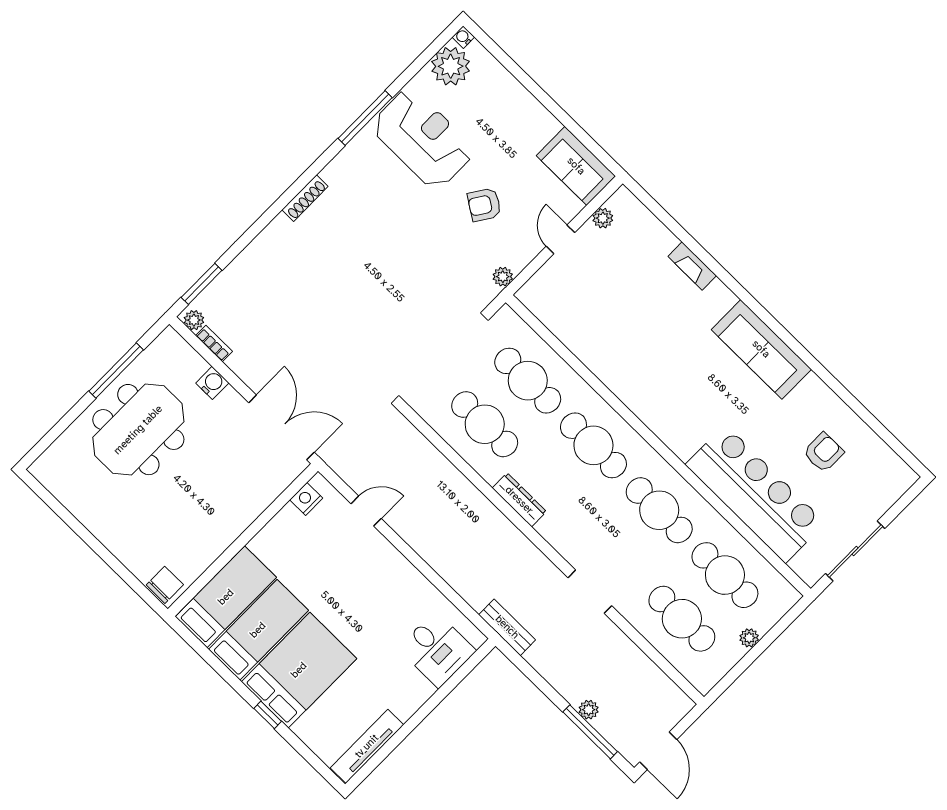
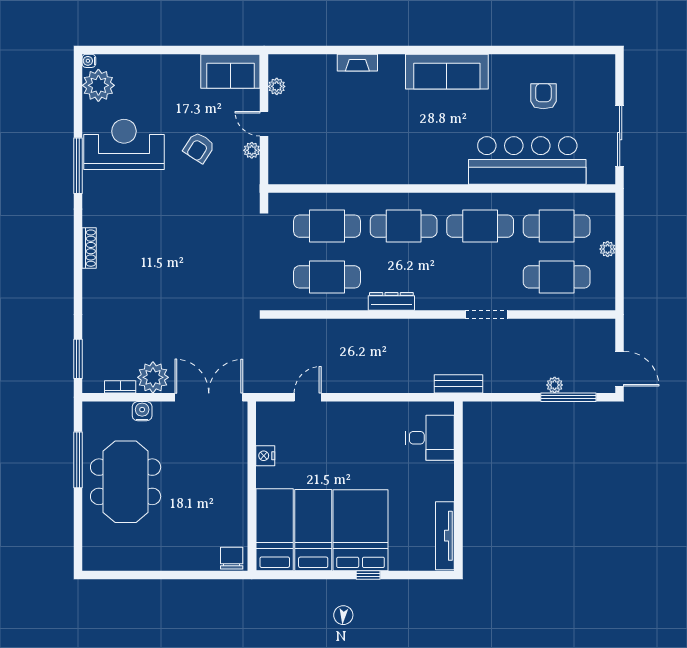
plant: (503, 277) -> (252, 150), moved
plant: (194, 320) -> (153, 377), moved, width x1.87, depth x1.87
nightstand: (306, 499) -> (265, 456), moved

